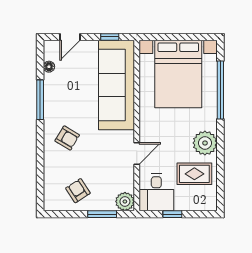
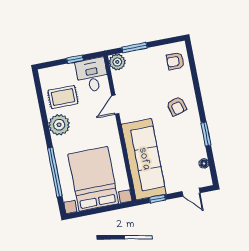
door: (70, 37) -> (191, 192), swing flipped
window: (40, 100) -> (206, 134), width x0.69
armchair: (67, 138) -> (177, 106), turned -137
armchair: (78, 191) -> (175, 61), moved, turned 123

